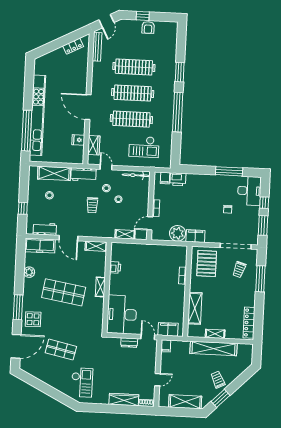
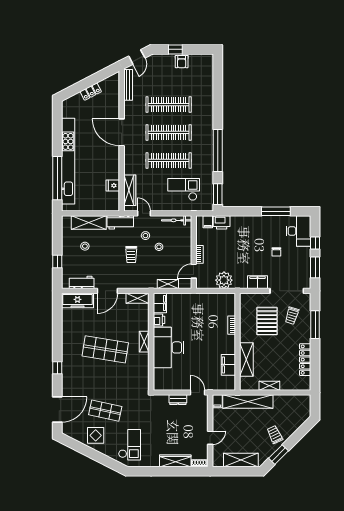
locker: (73, 46) -> (91, 92), moved
window: (180, 72) -> (218, 194), moved
door: (88, 107) -> (122, 132), moved
wardrobe: (94, 145) -> (130, 190), width x1.50
checkout: (144, 147) -> (184, 189), turned 180
filing cabinet: (195, 236) -> (258, 282), moved
door: (68, 238) -> (107, 291), hinge flipped
filing cabinet: (117, 252) -> (160, 303), added
pallet: (207, 264) -> (267, 321), moved
plant: (29, 272) -> (67, 330), removed
window: (18, 307) -> (57, 368), width x0.46
desk: (122, 314) -> (169, 347), moved
display table: (33, 319) -> (96, 435), moved
locker: (249, 323) -> (305, 360), moved
filing cabinet: (168, 329) -> (228, 365), moved, turned -90
shelving: (214, 348) -> (248, 402), moved

